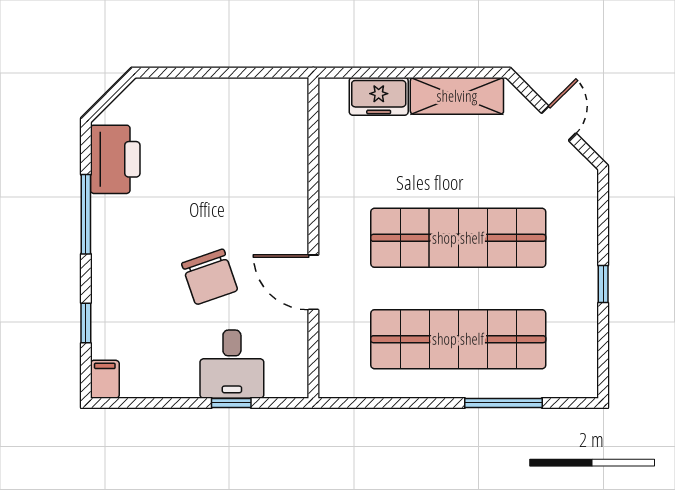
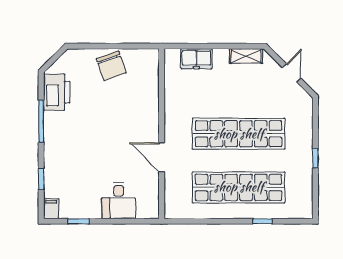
shelving: (457, 96) -> (246, 56), width x0.67, depth x0.75
chair: (210, 277) -> (111, 66), moved
window: (231, 403) -> (78, 221), moved
window: (503, 403) -> (262, 221), width x0.46

